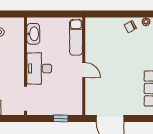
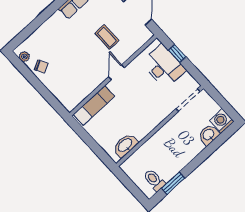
desk: (39, 68) -> (164, 66), moved, turned -90
coffee table: (111, 84) -> (107, 37), added

